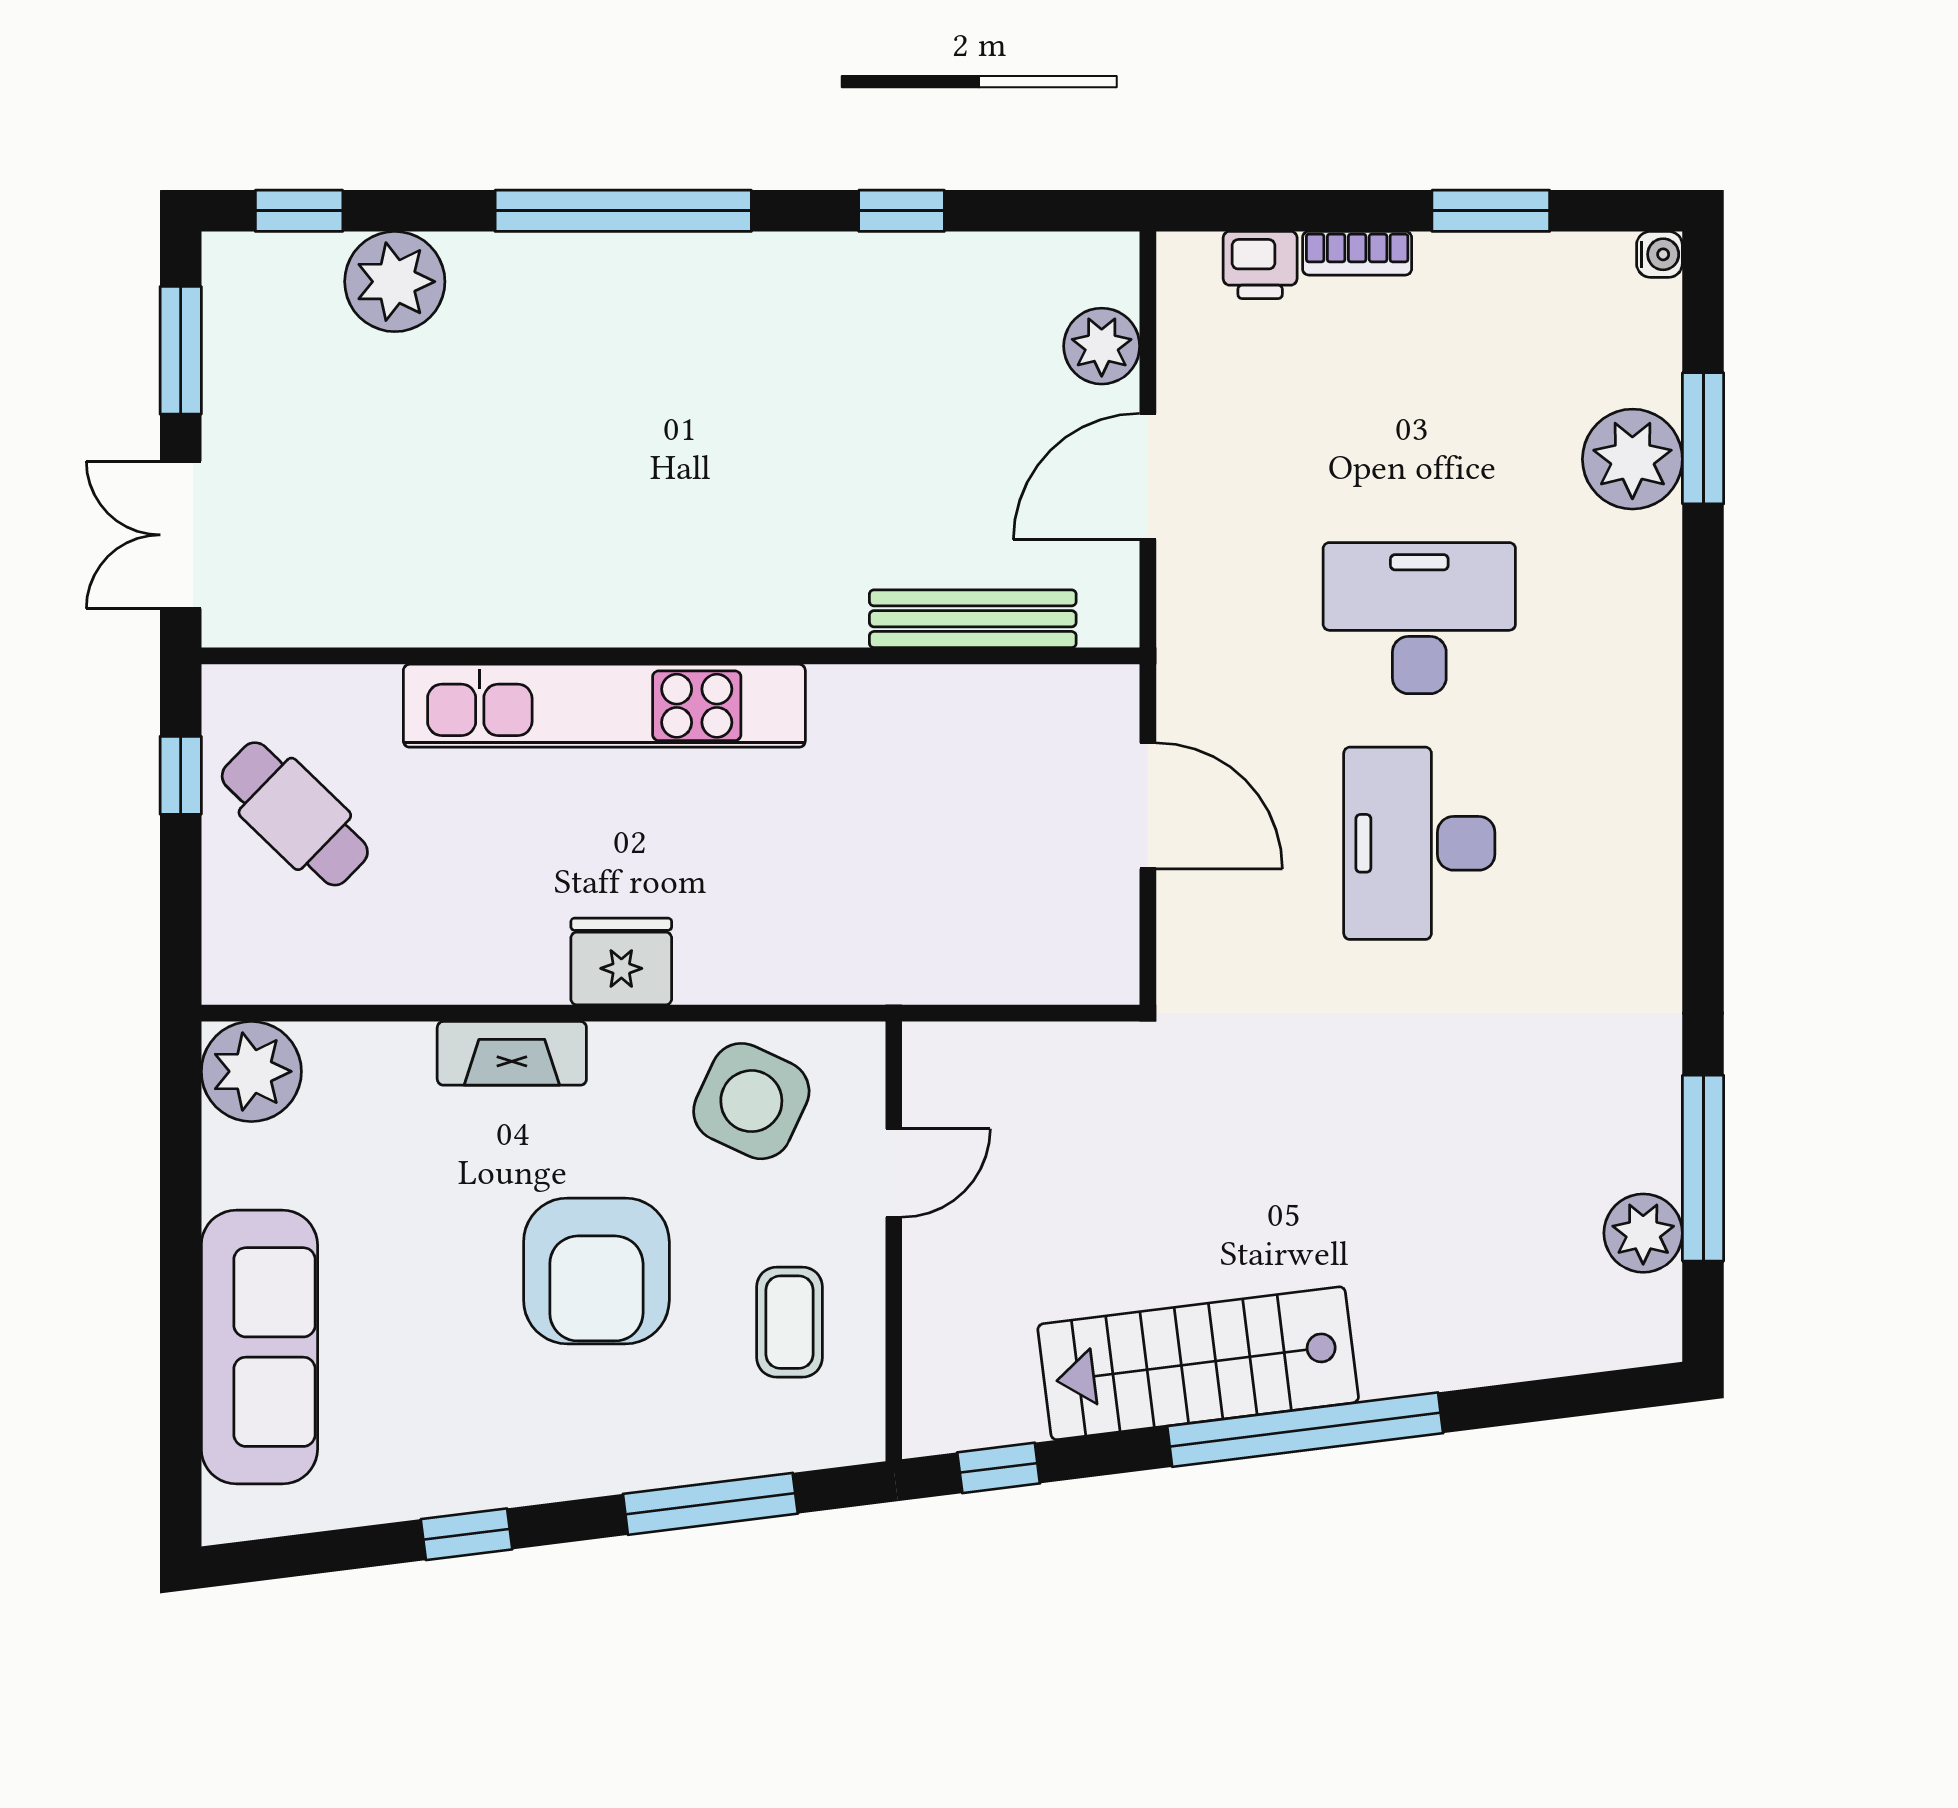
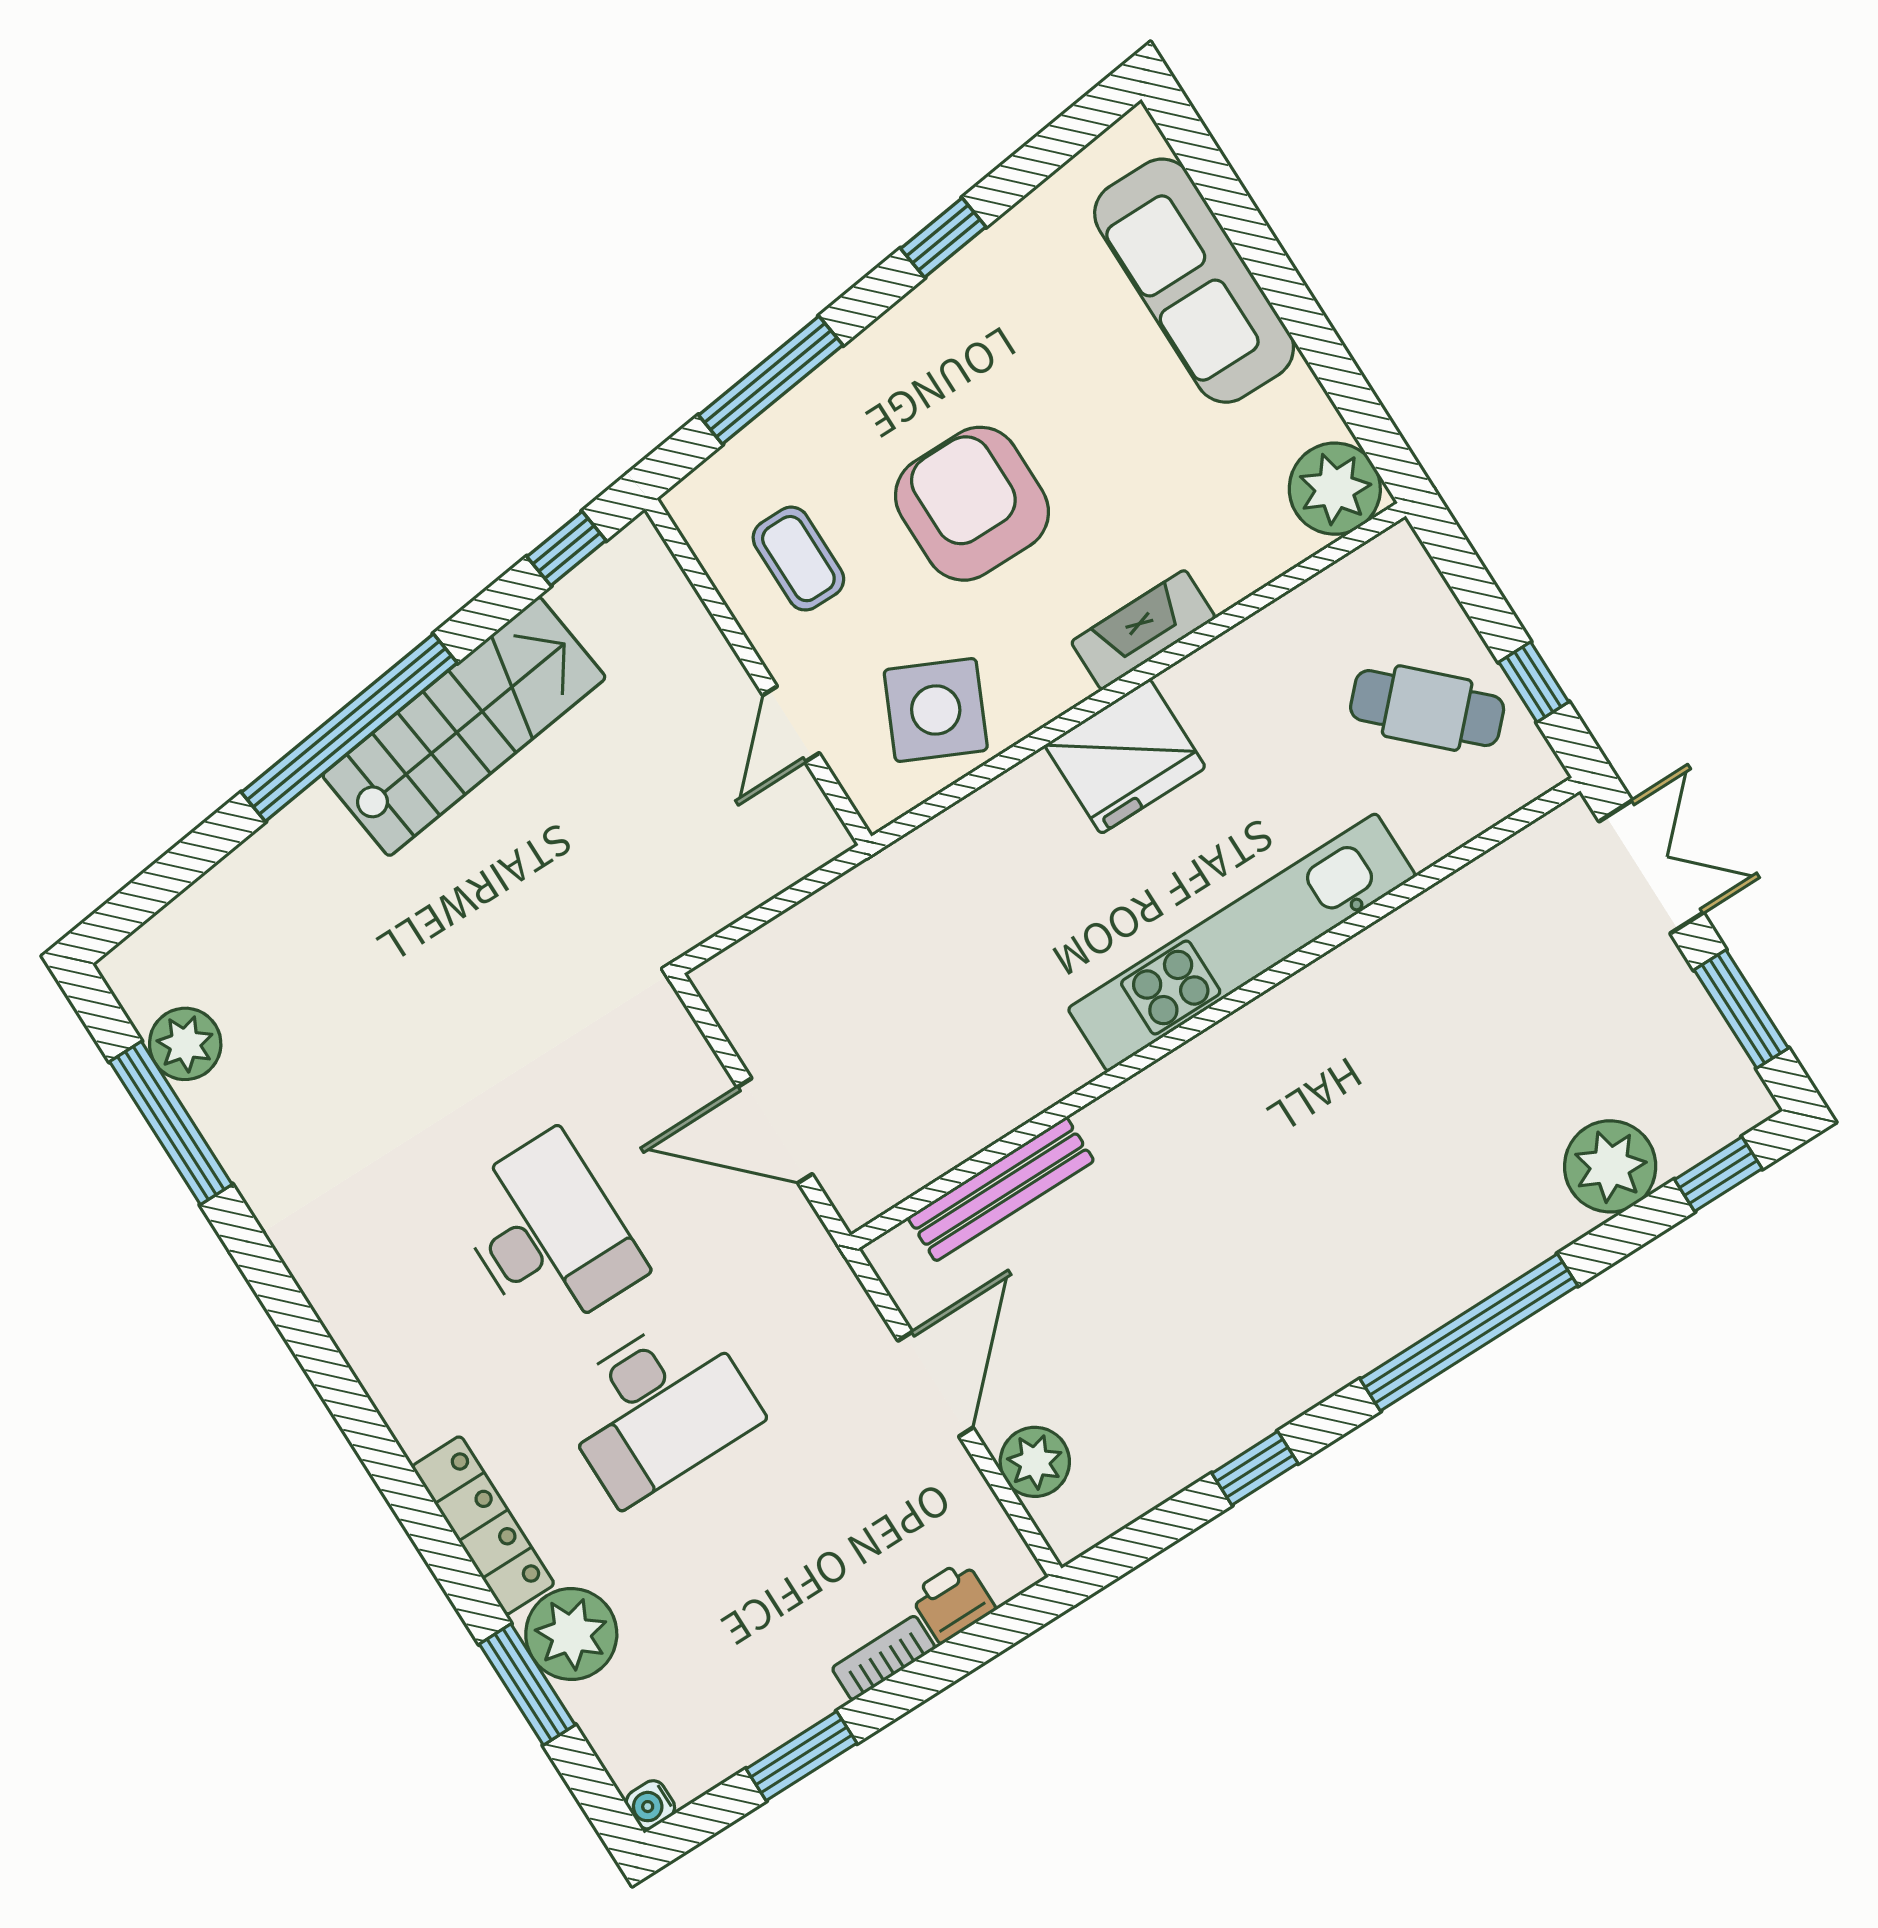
locker: (1650, 612) -> (483, 1525), added
fridge: (621, 962) -> (1125, 756), width x1.36, depth x1.34

